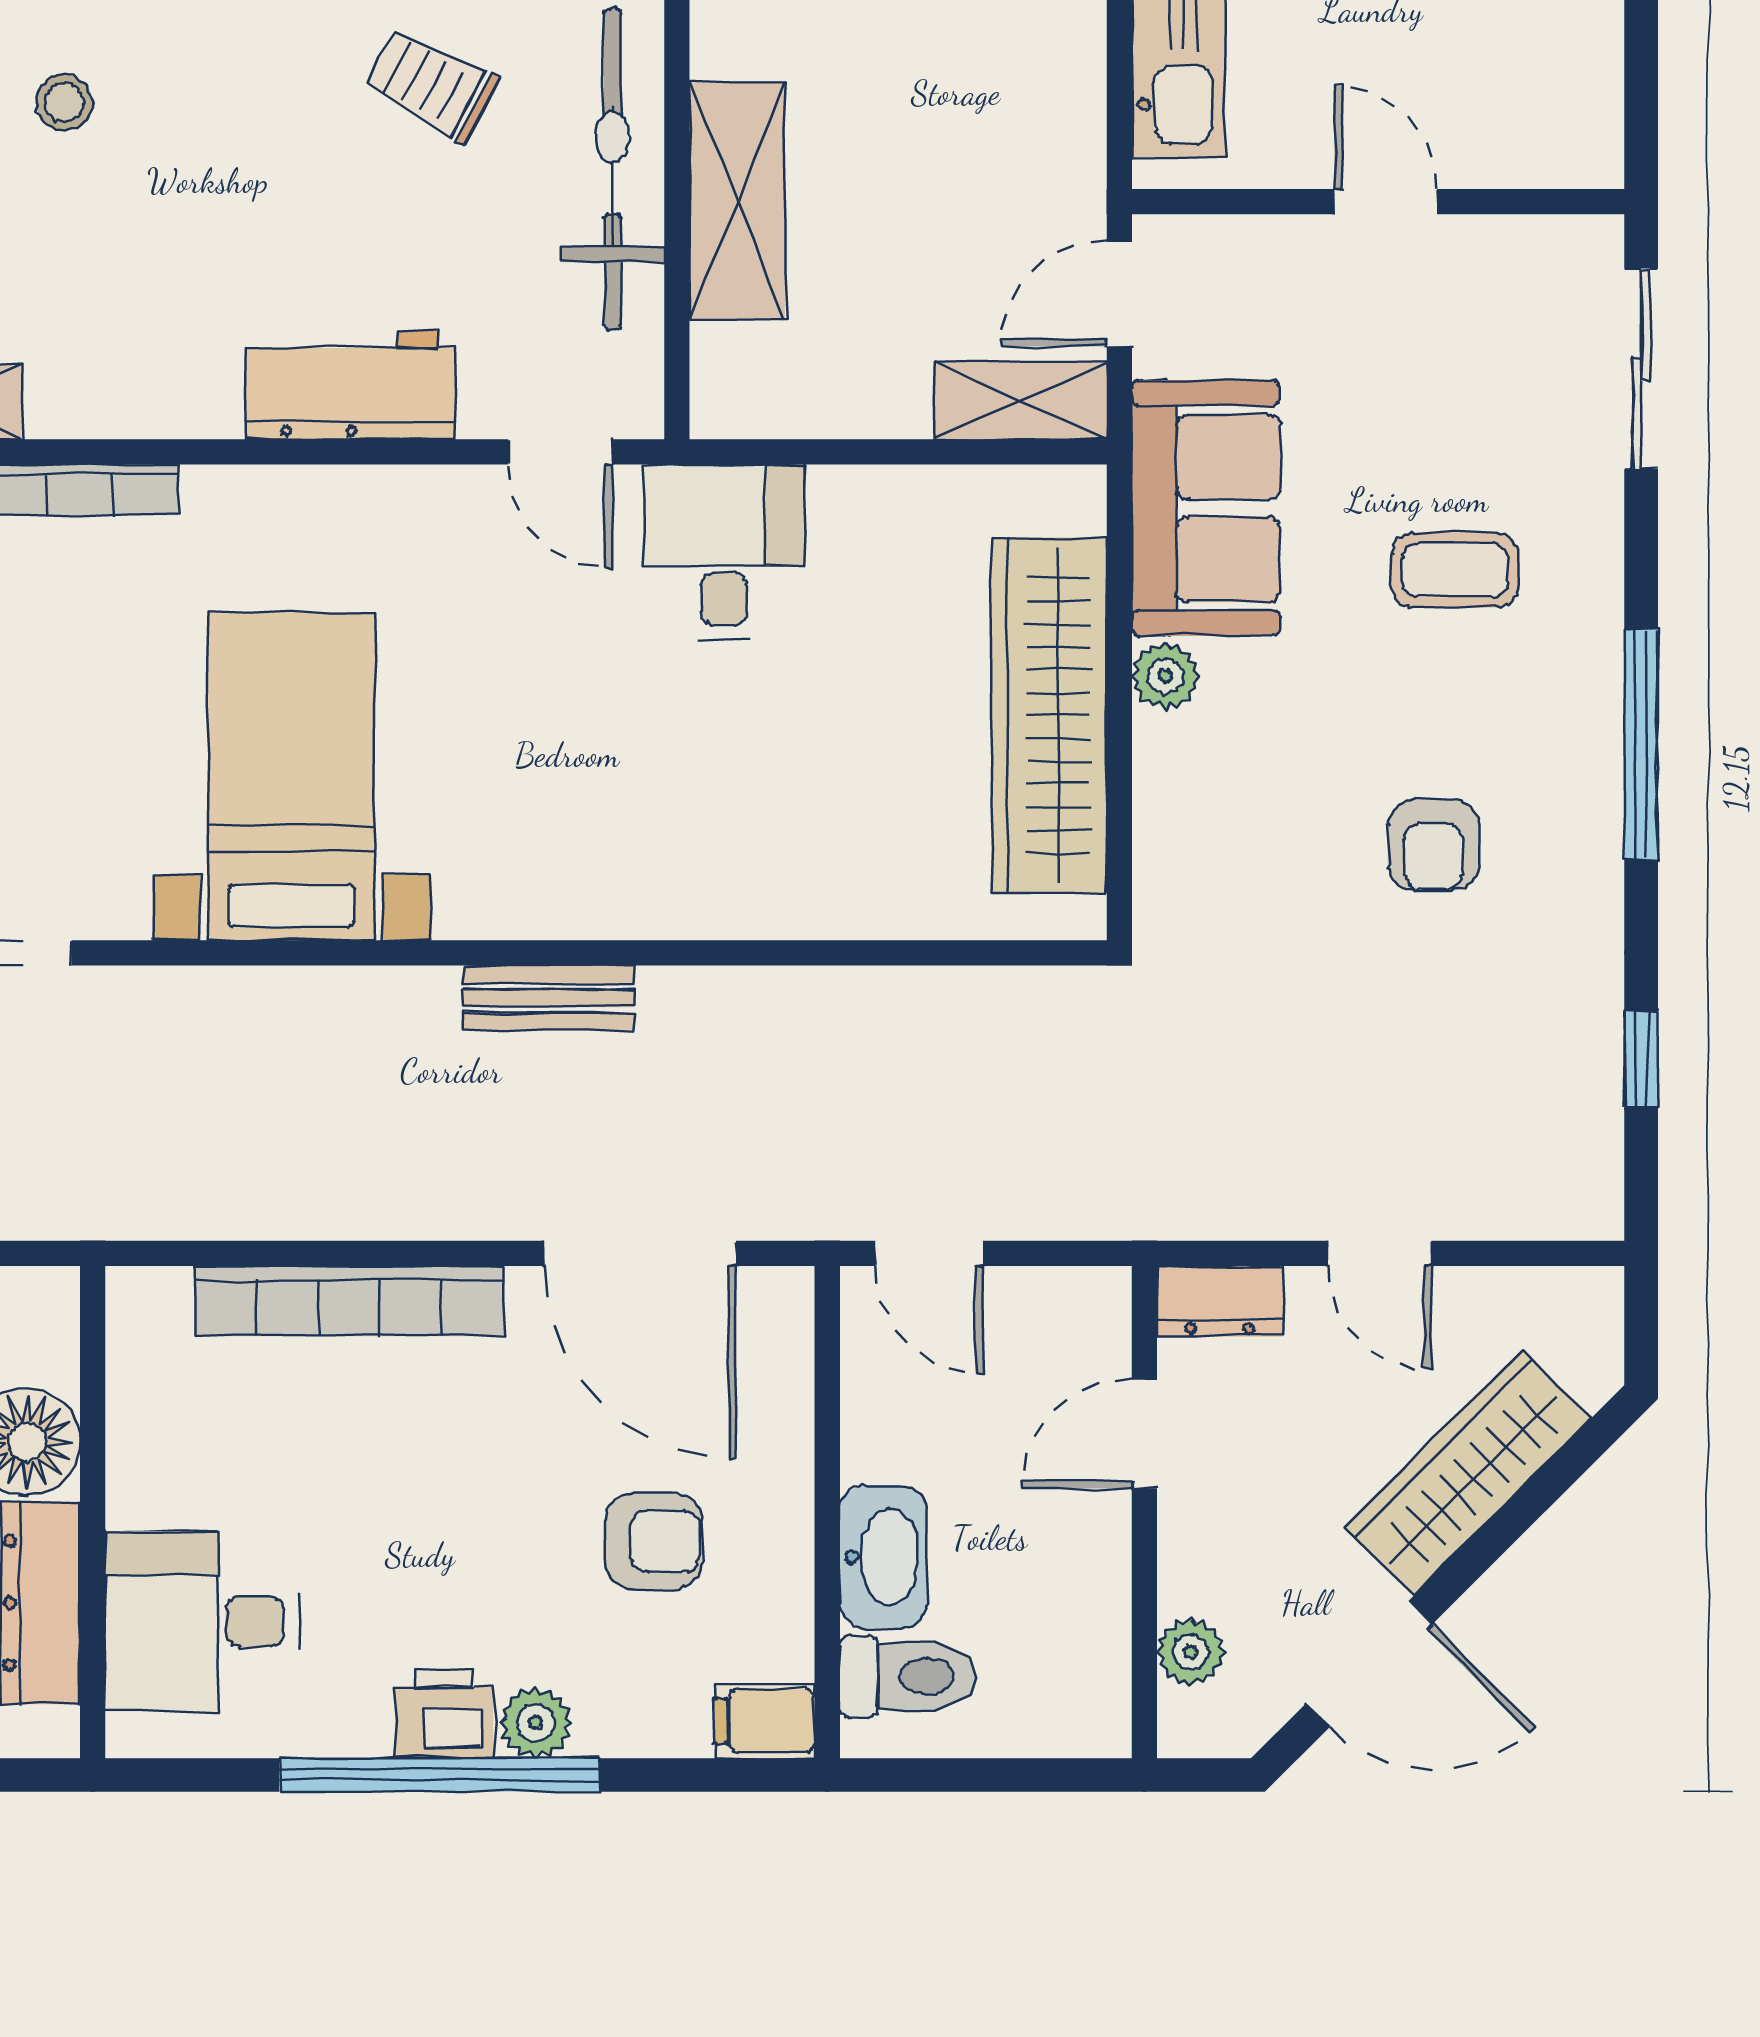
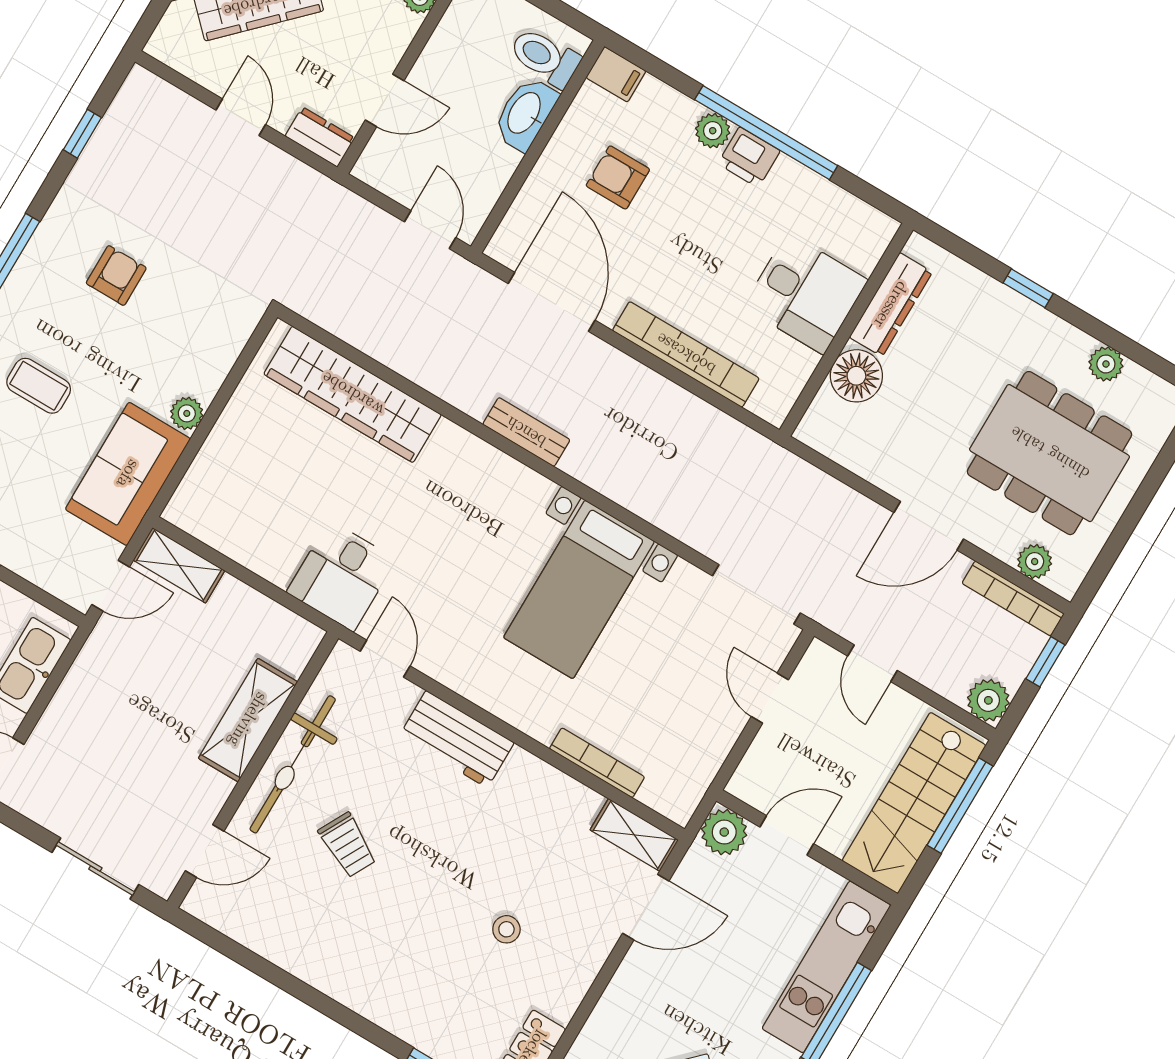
wardrobe: (1049, 715) -> (353, 394), moved, turned 90
desk: (202, 1622) -> (805, 293), moved

